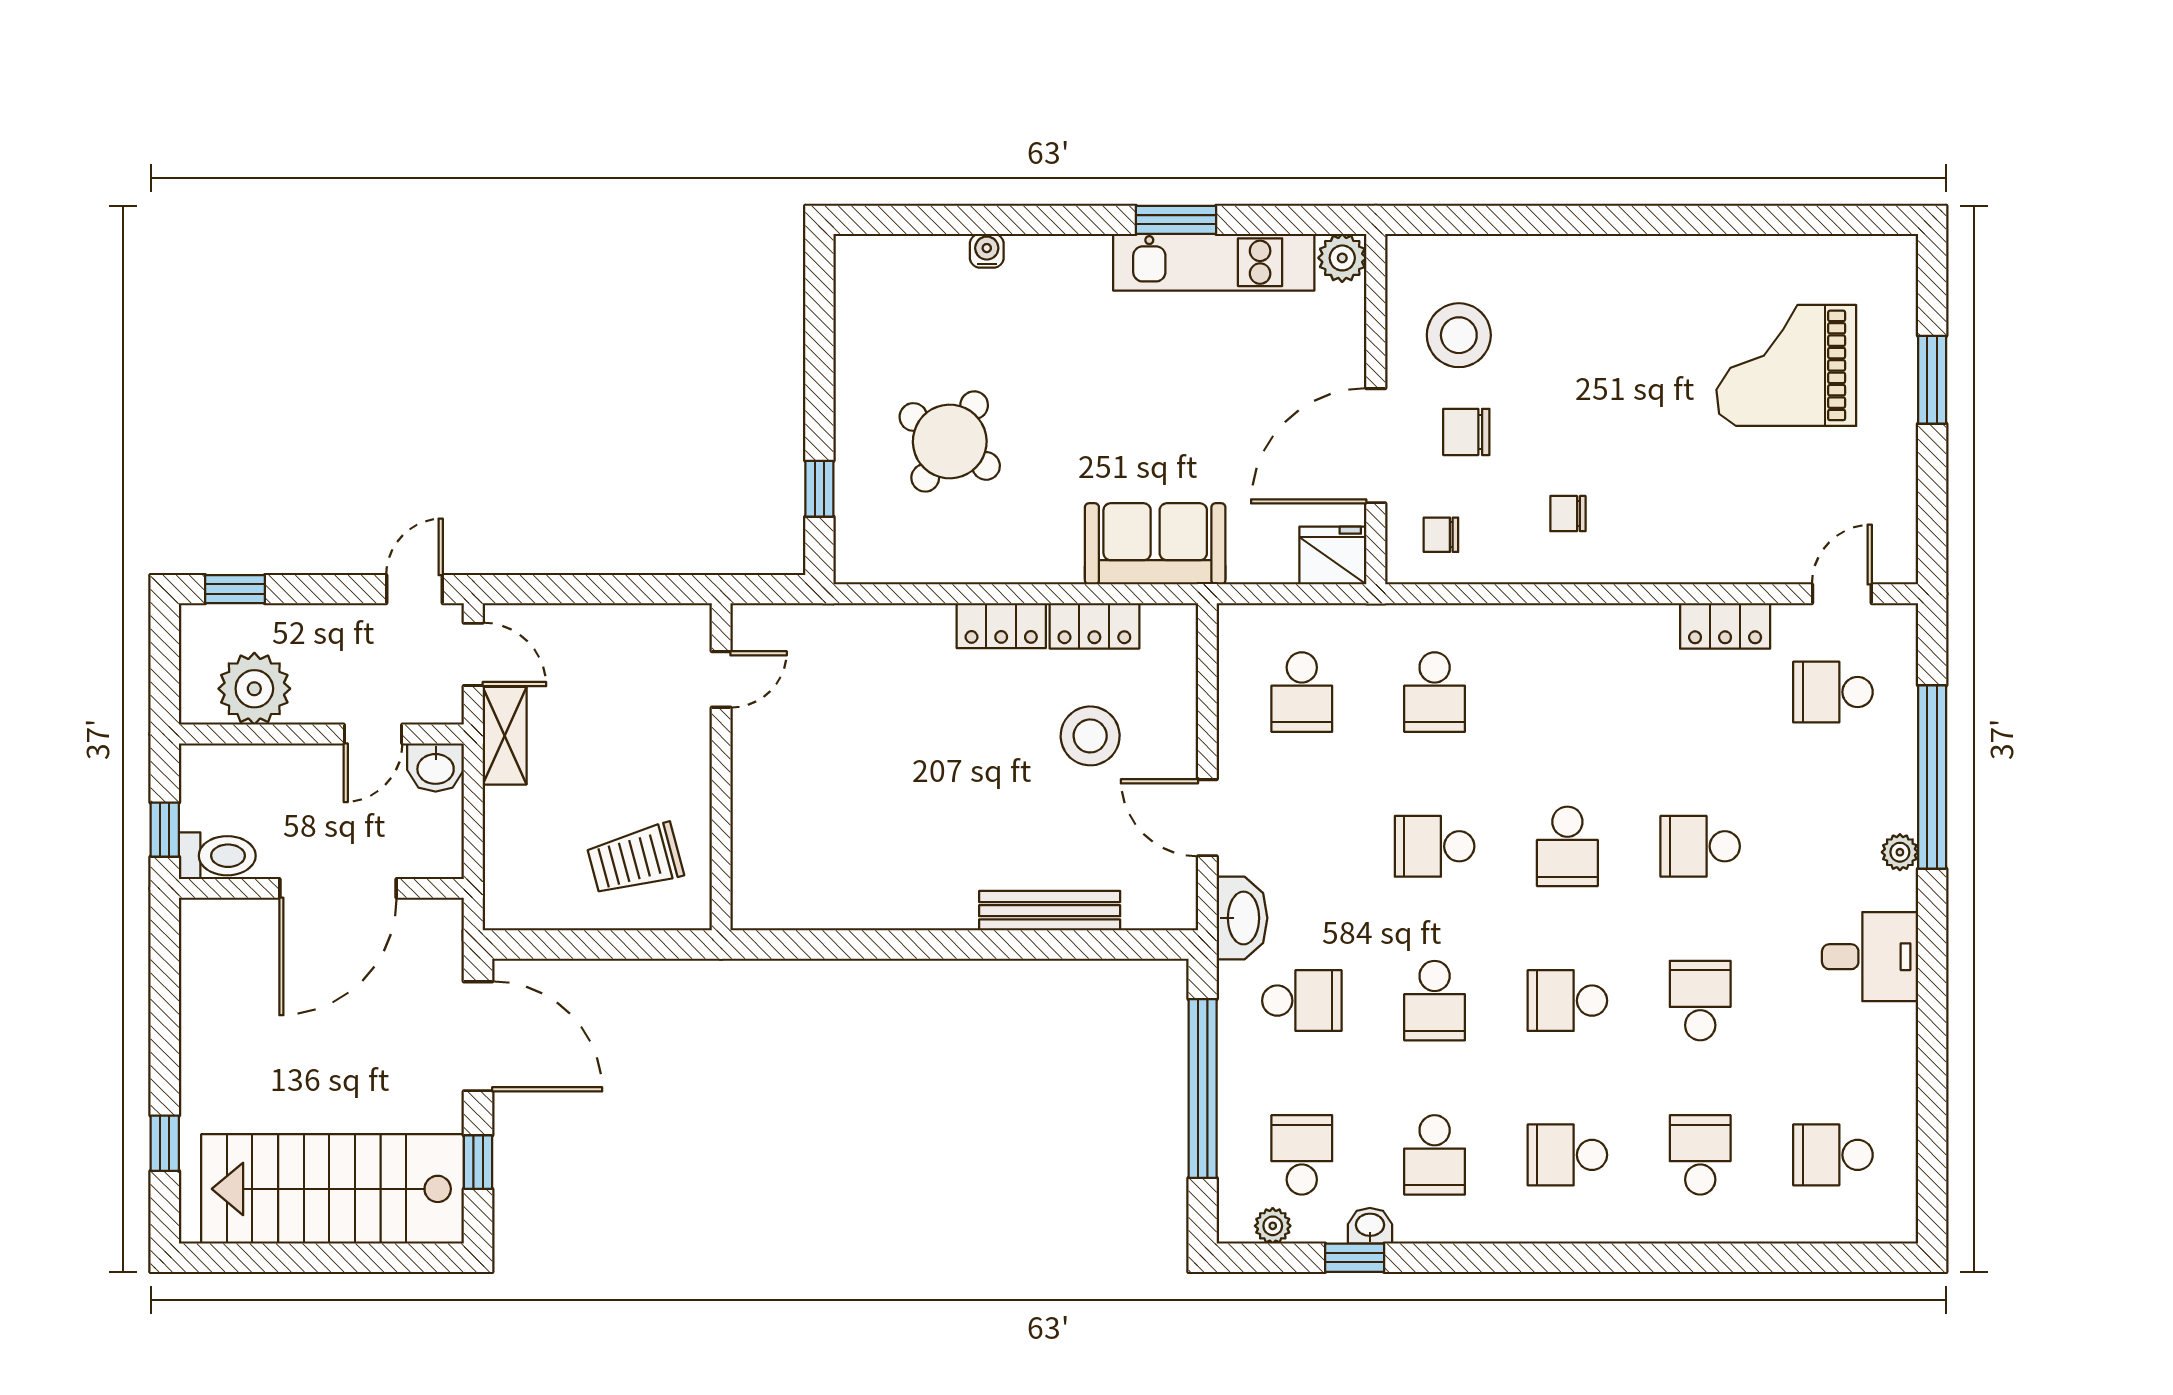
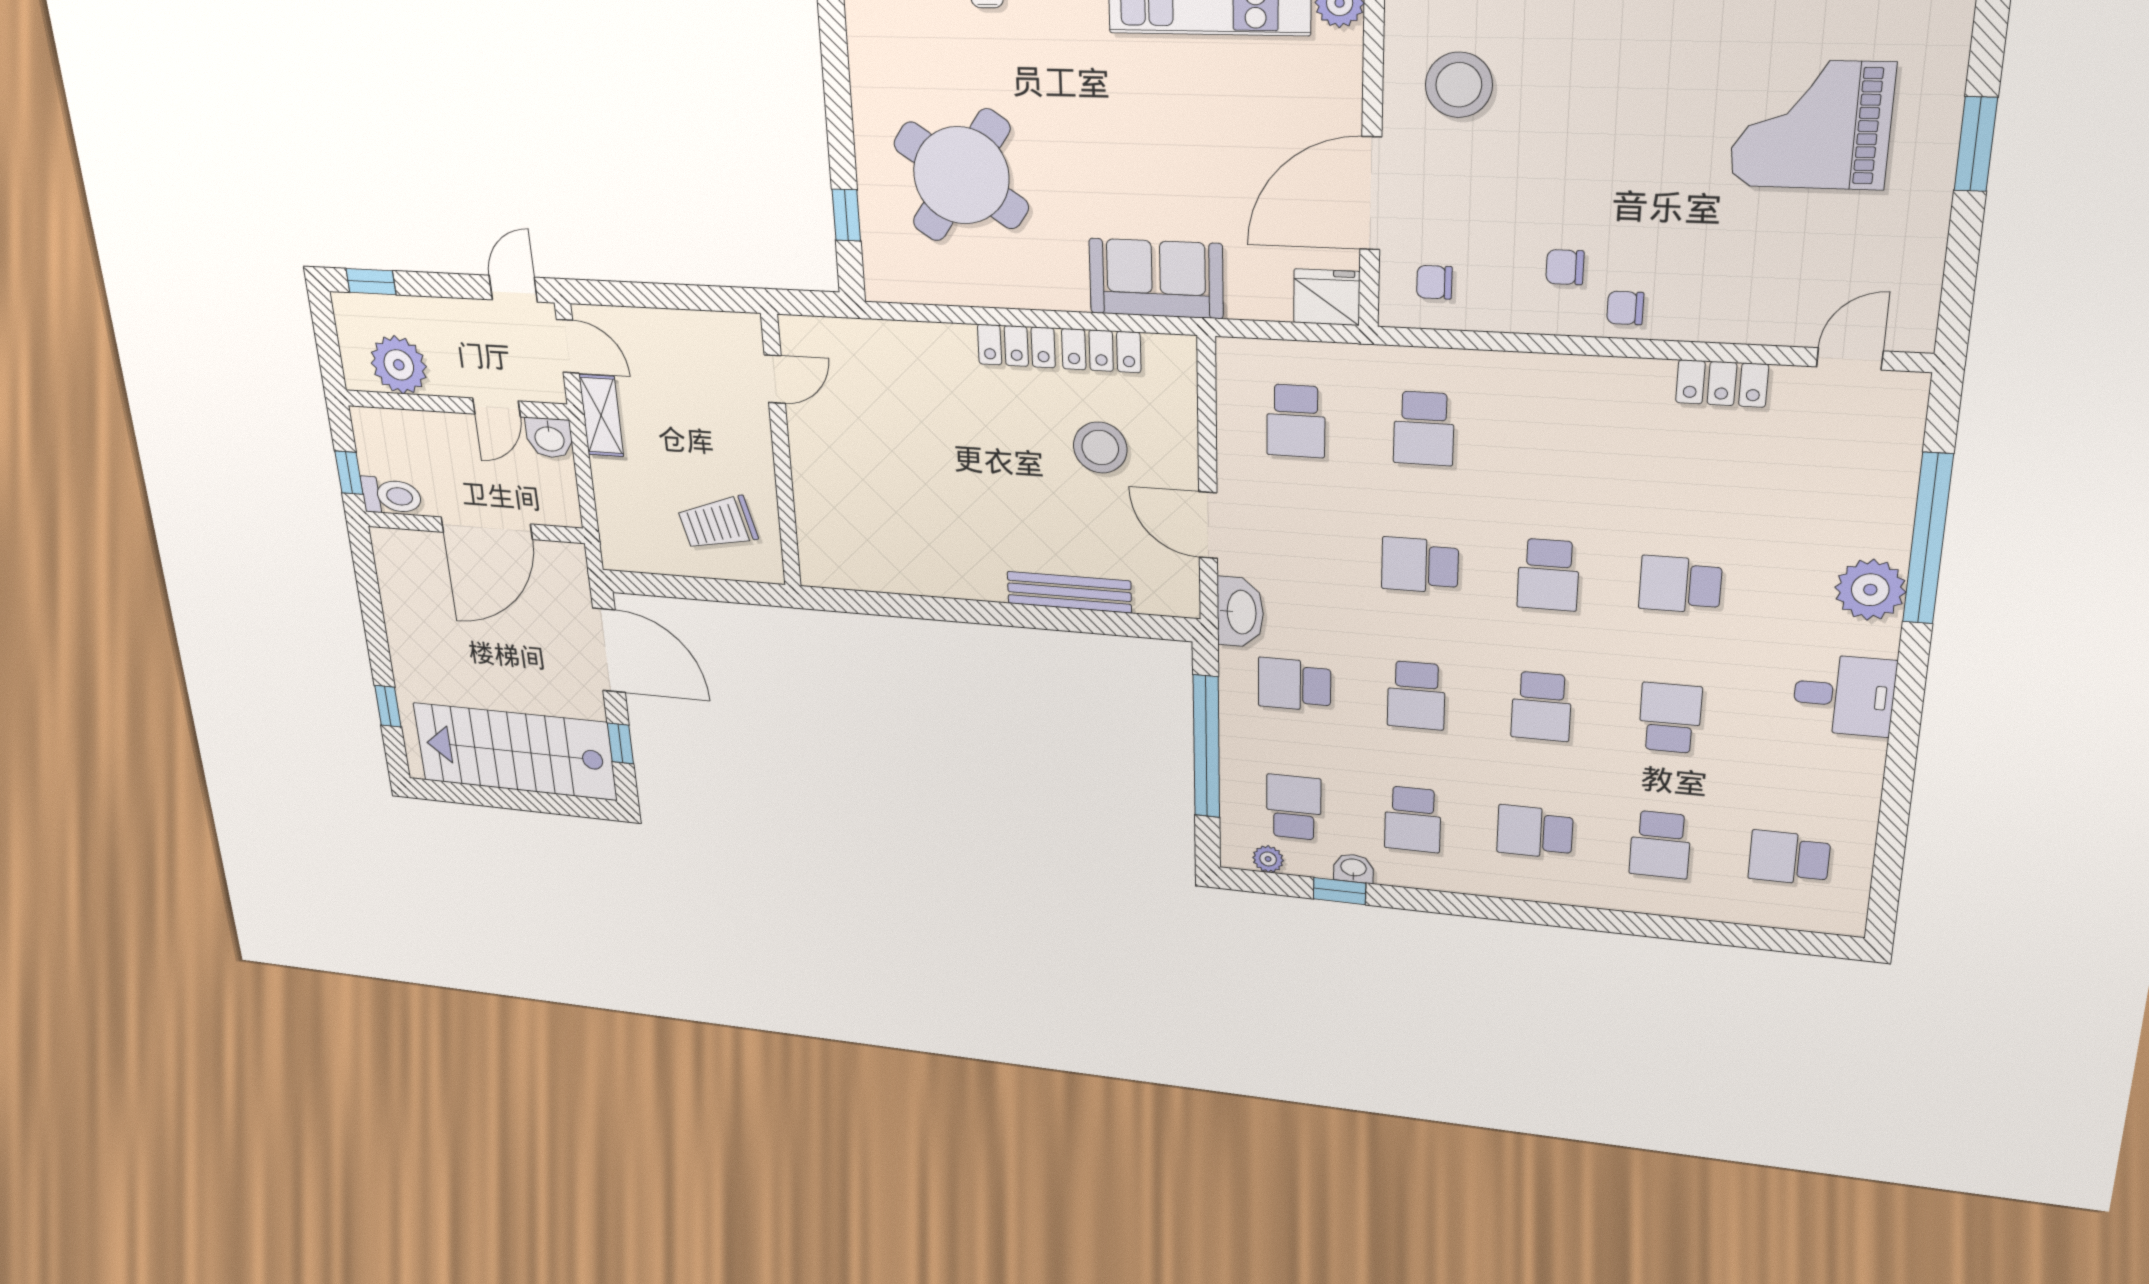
chair: (1466, 432) -> (1625, 308), moved, width x0.73, depth x0.73
round table: (950, 441) -> (961, 175), width x1.36, depth x1.36
school desk: (1833, 692) -> (1831, 453), removed
plant: (1900, 852) -> (1870, 590), width x1.88, depth x1.88
school desk: (1302, 1001) -> (1294, 685), turned 180
school desk: (1567, 1001) -> (1541, 706), turned -90
school desk: (1700, 1155) -> (1660, 845), turned 180

